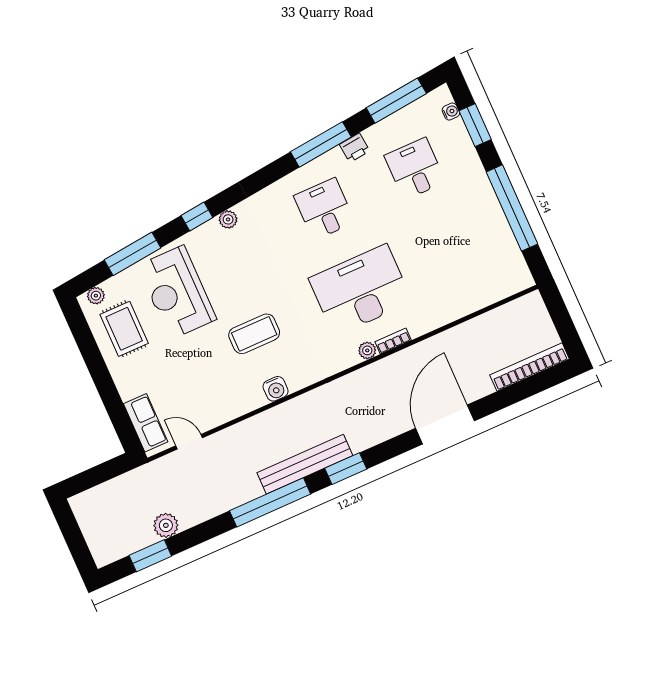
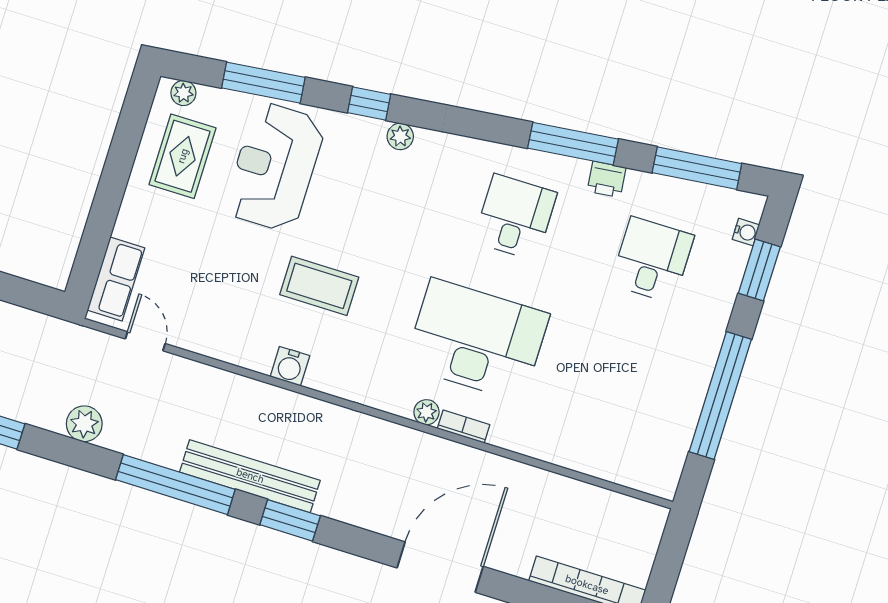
plant: (166, 525) -> (84, 424), moved

